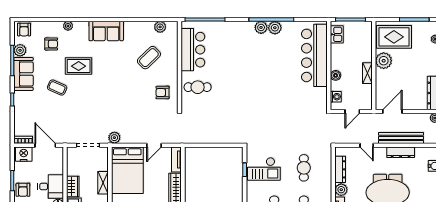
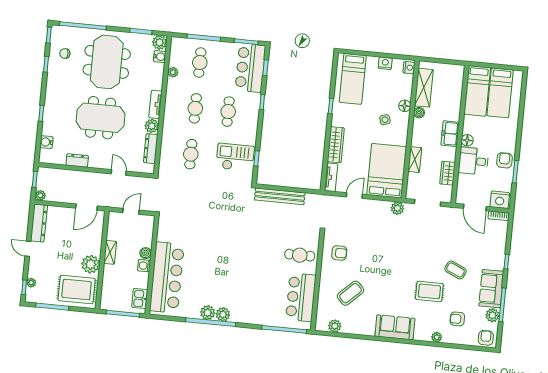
washing machine: (336, 97) -> (144, 266), moved
bench: (401, 138) -> (280, 196), moved
dresser: (401, 152) -> (77, 160), width x0.70
wardrobe: (73, 186) -> (447, 173), moved

